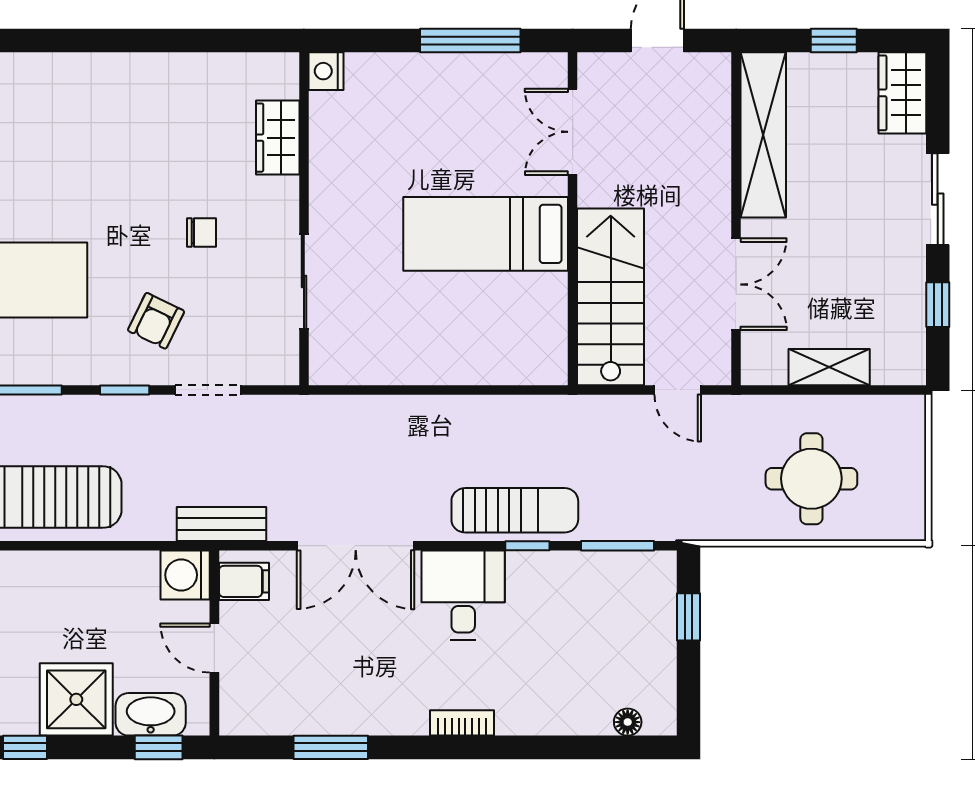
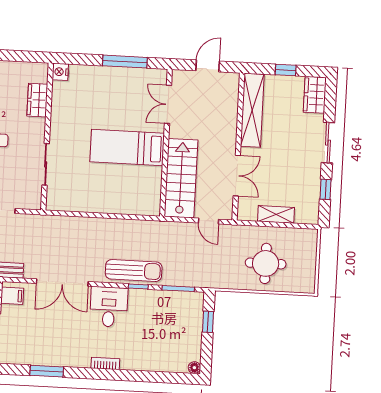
floor lamp: (628, 722) -> (194, 368), moved

